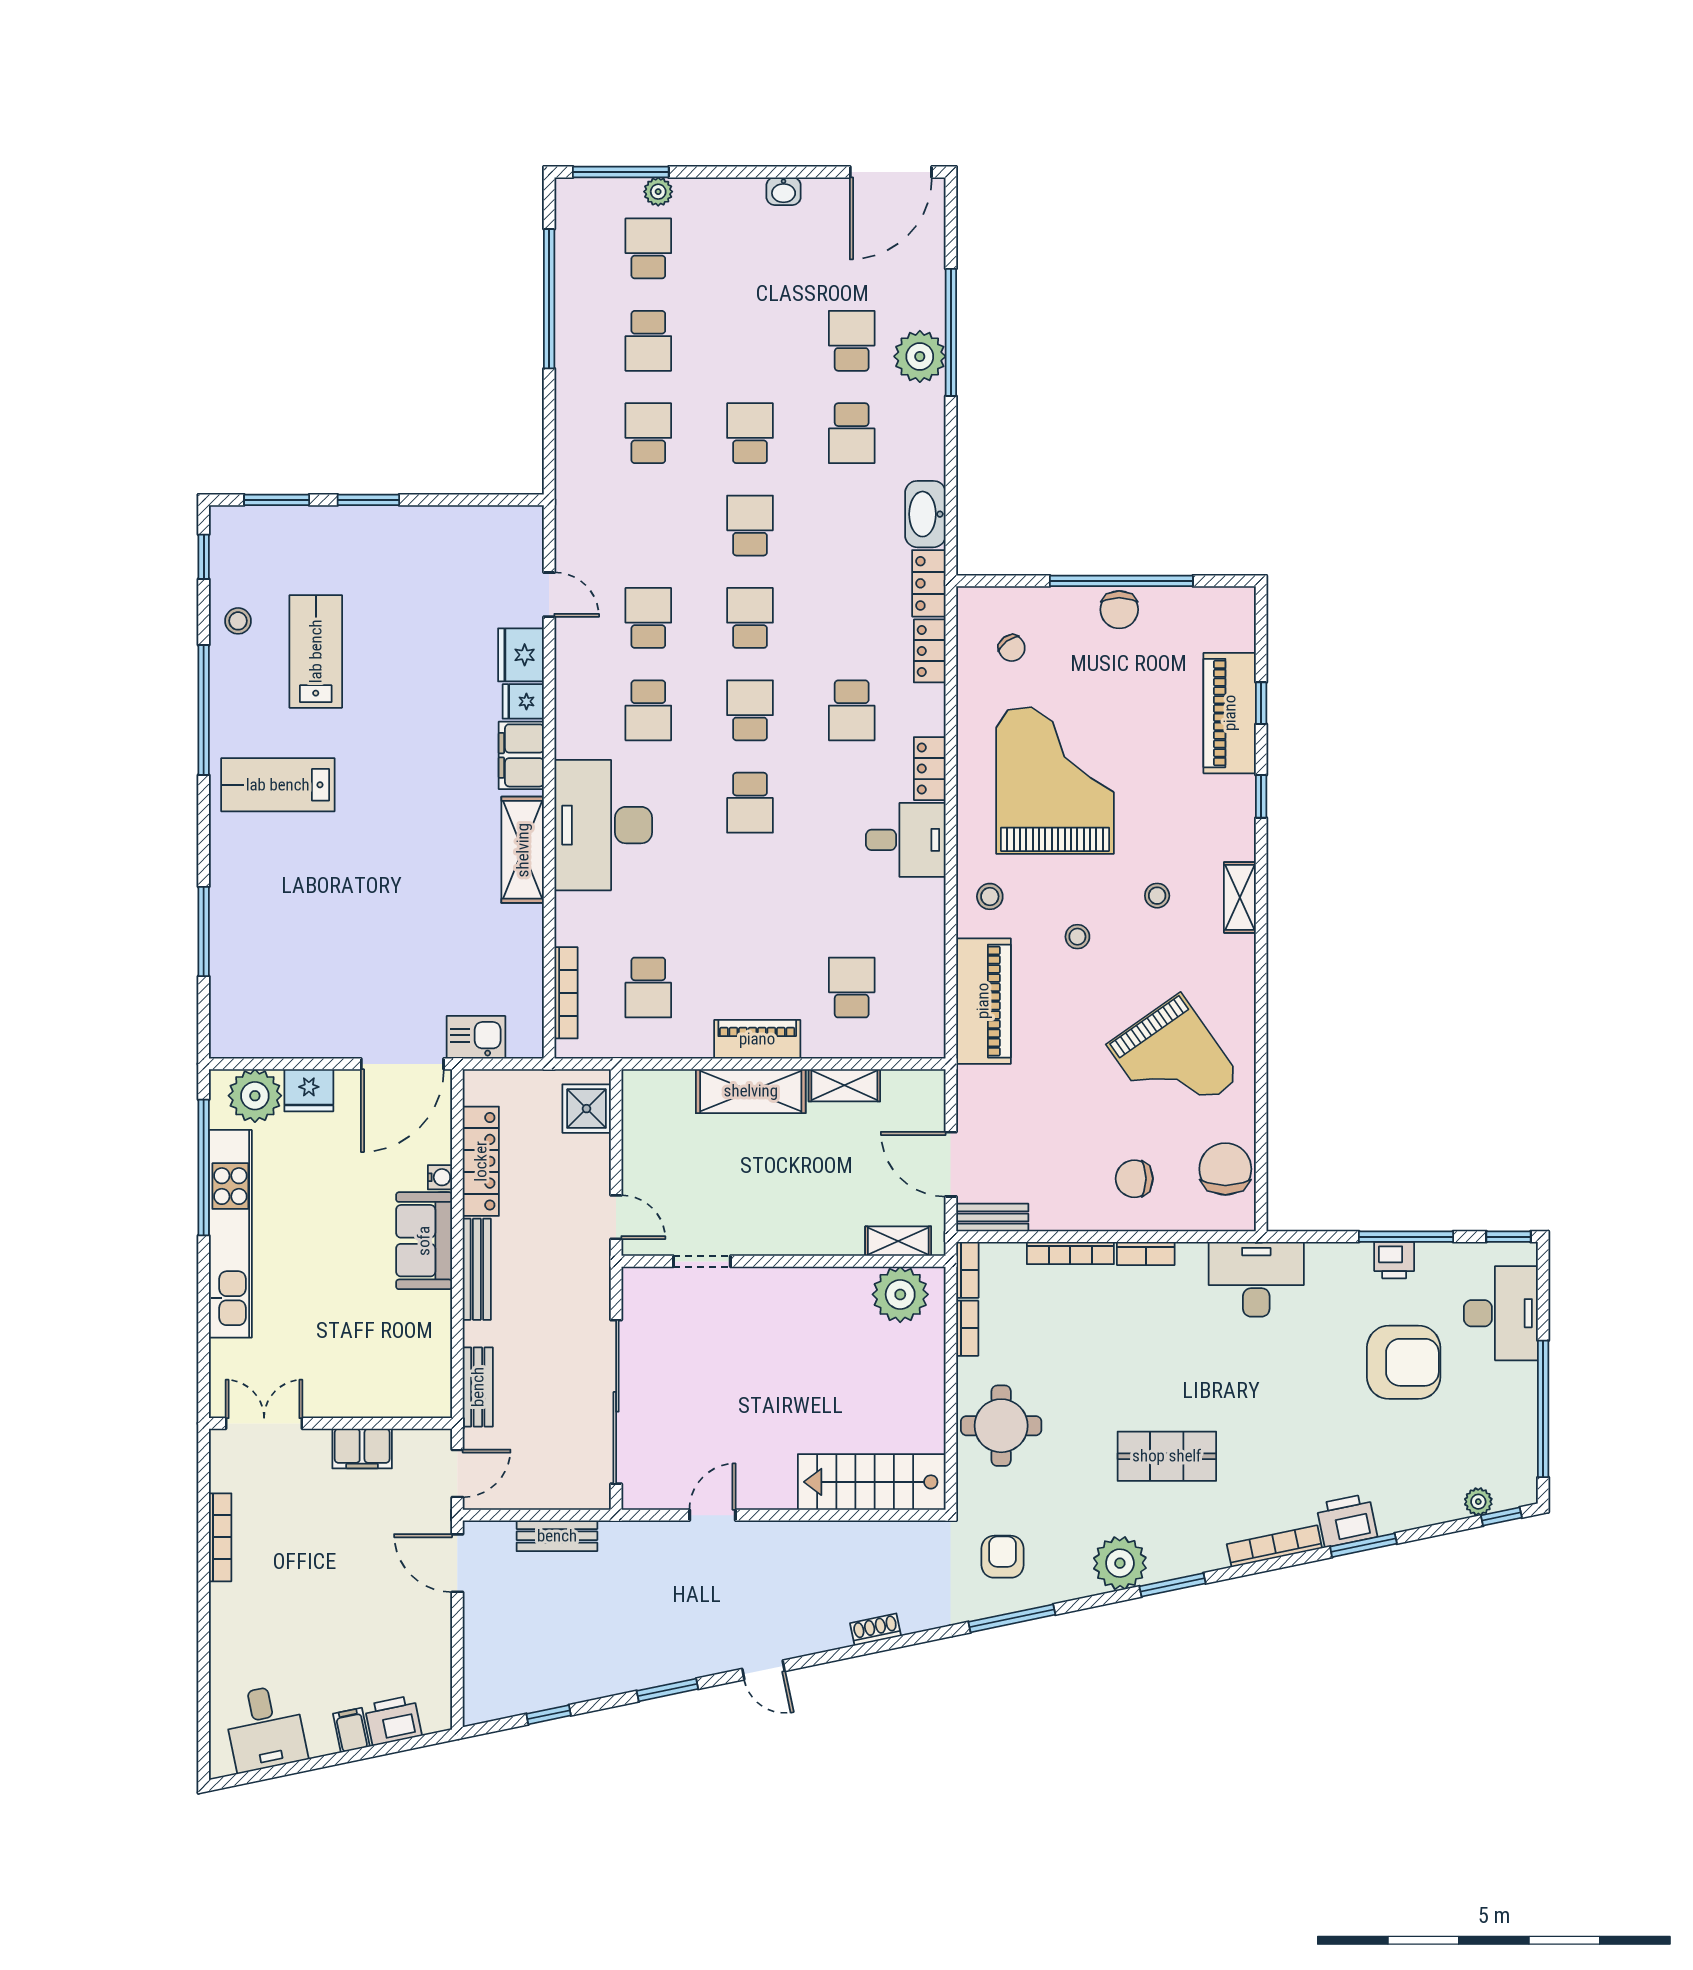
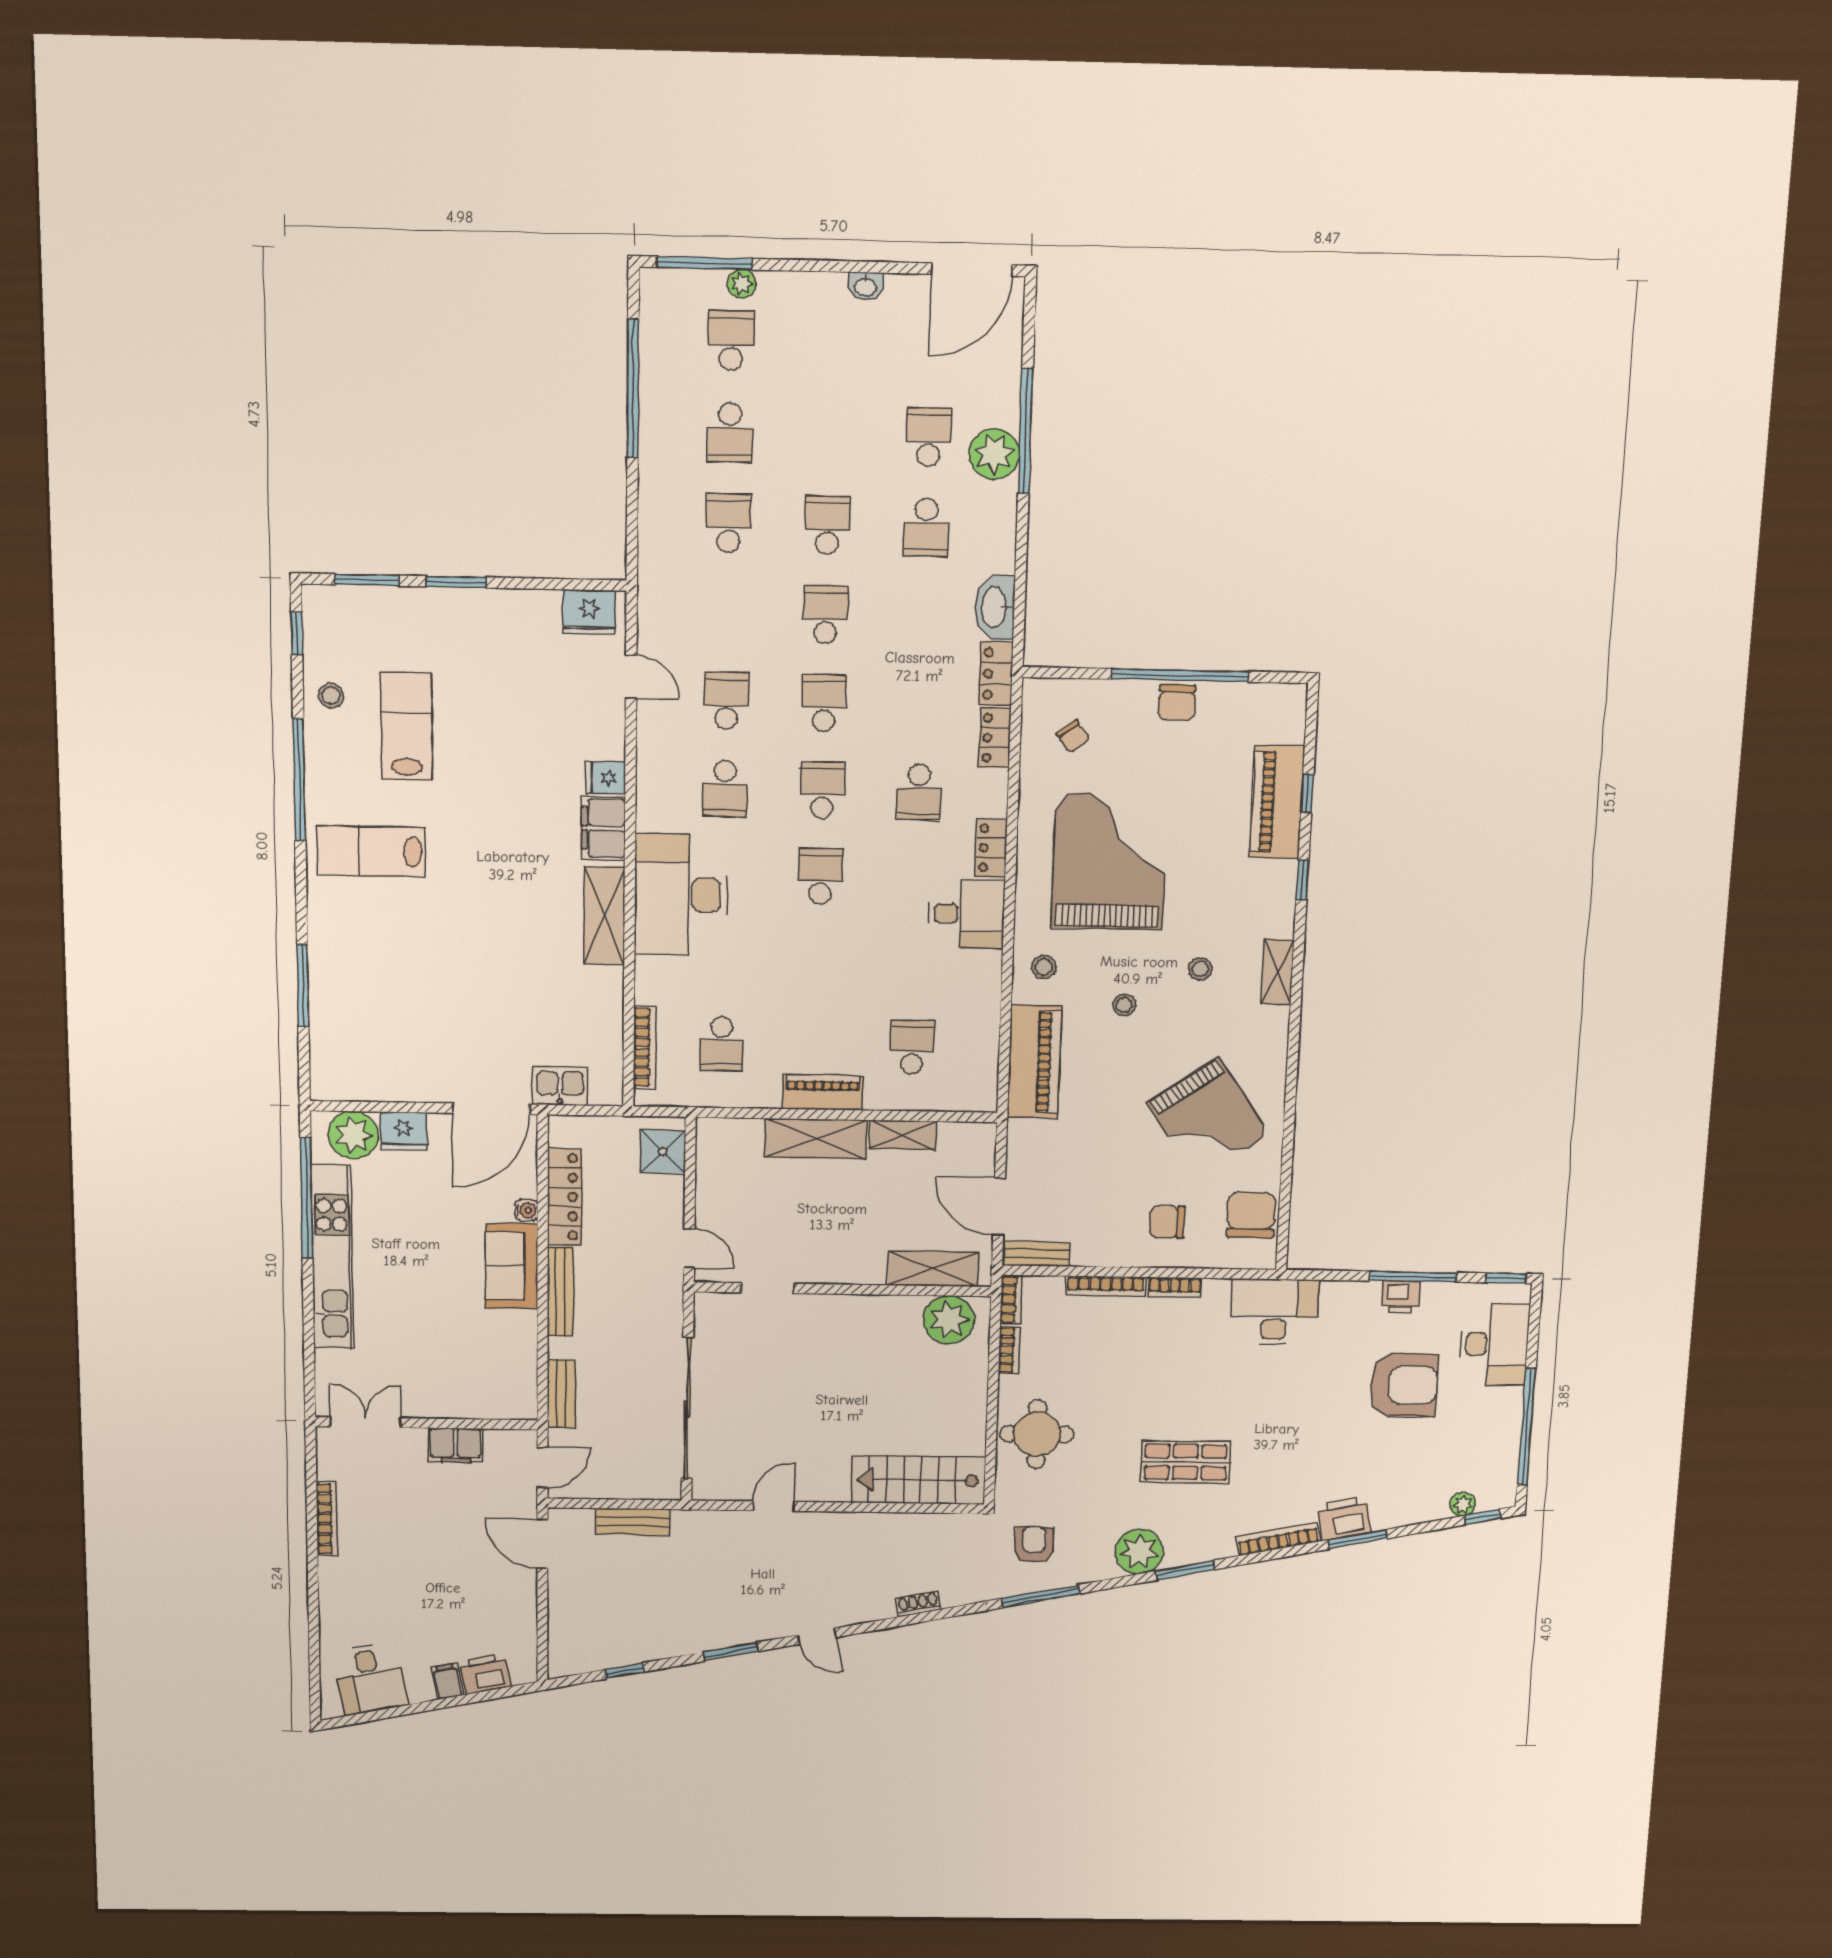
fridge: (521, 655) -> (589, 612), moved, turned -90
school desk: (750, 803) -> (820, 876), turned 180
shelving: (898, 1241) -> (933, 1269), width x1.50, depth x1.33

